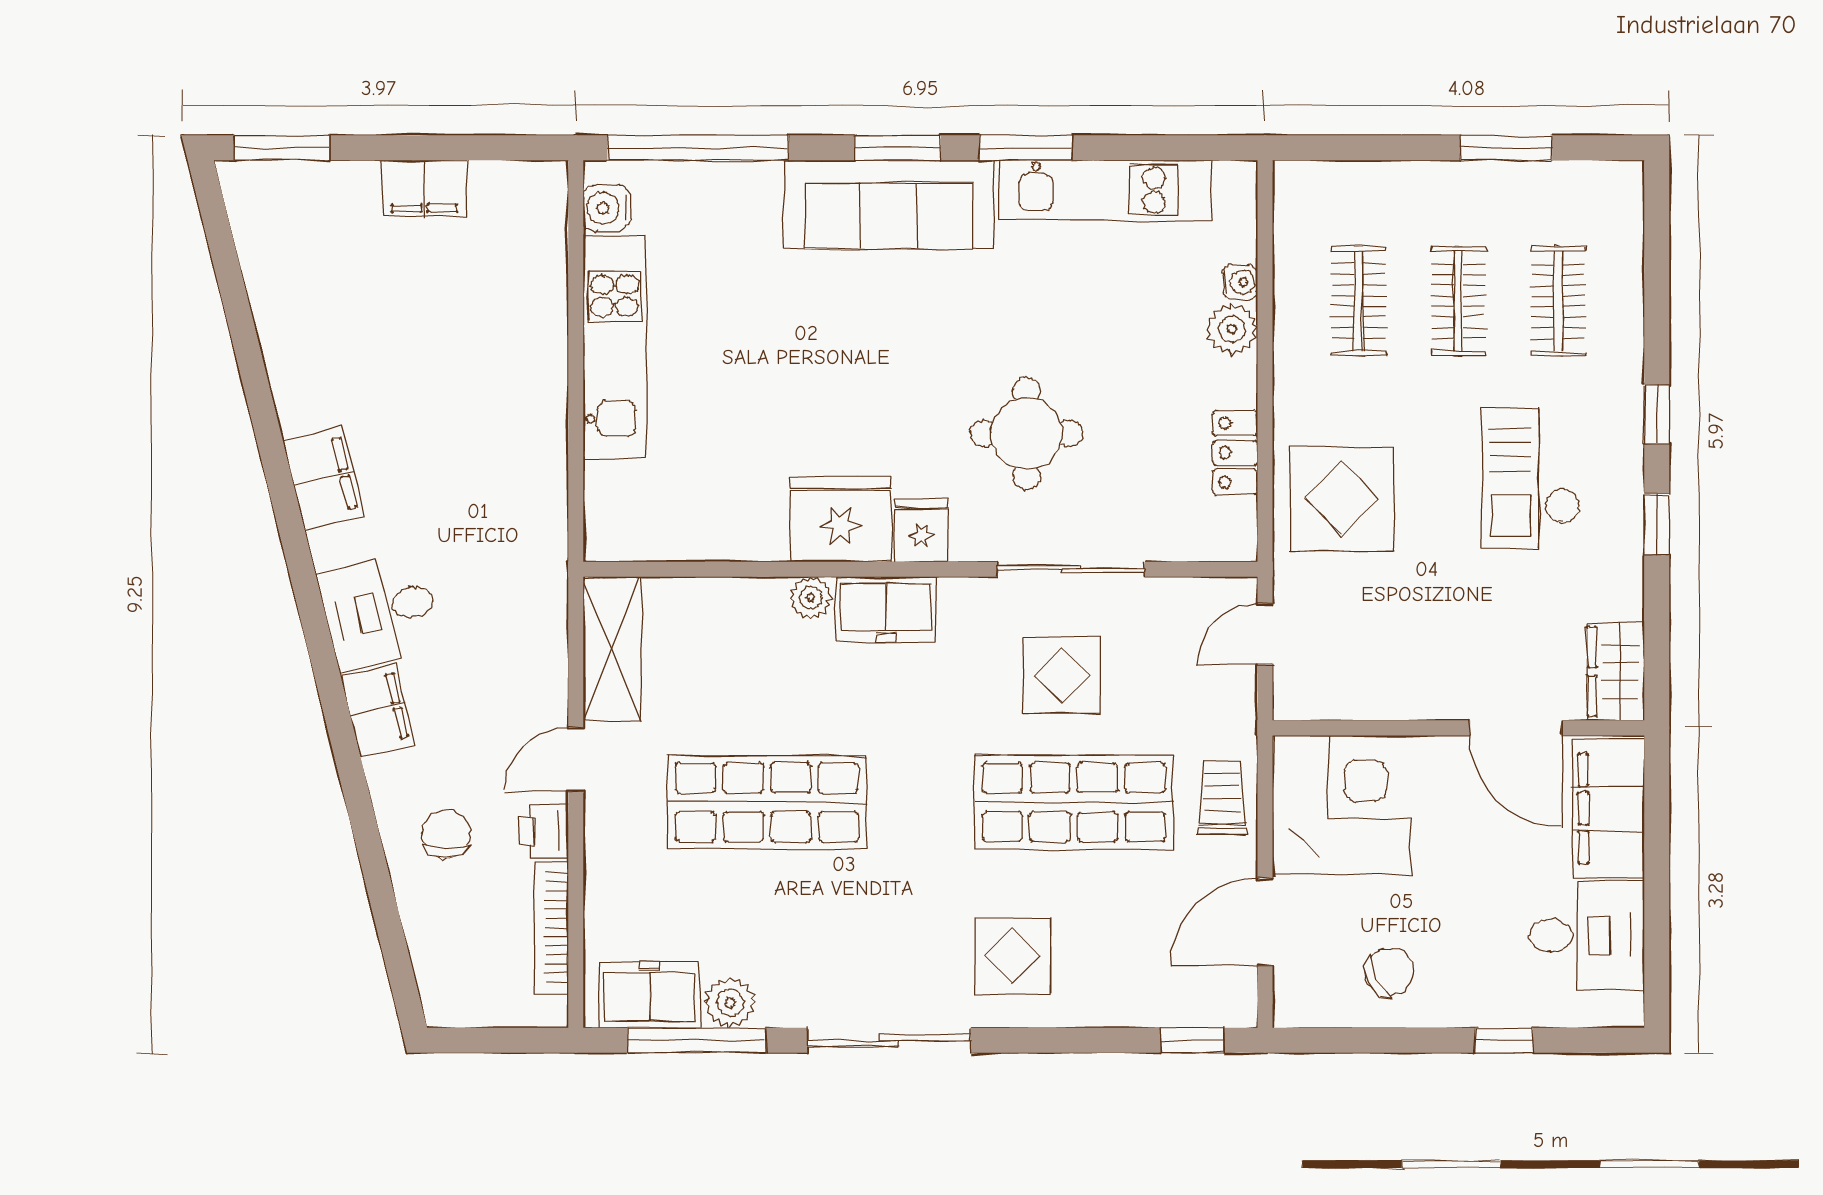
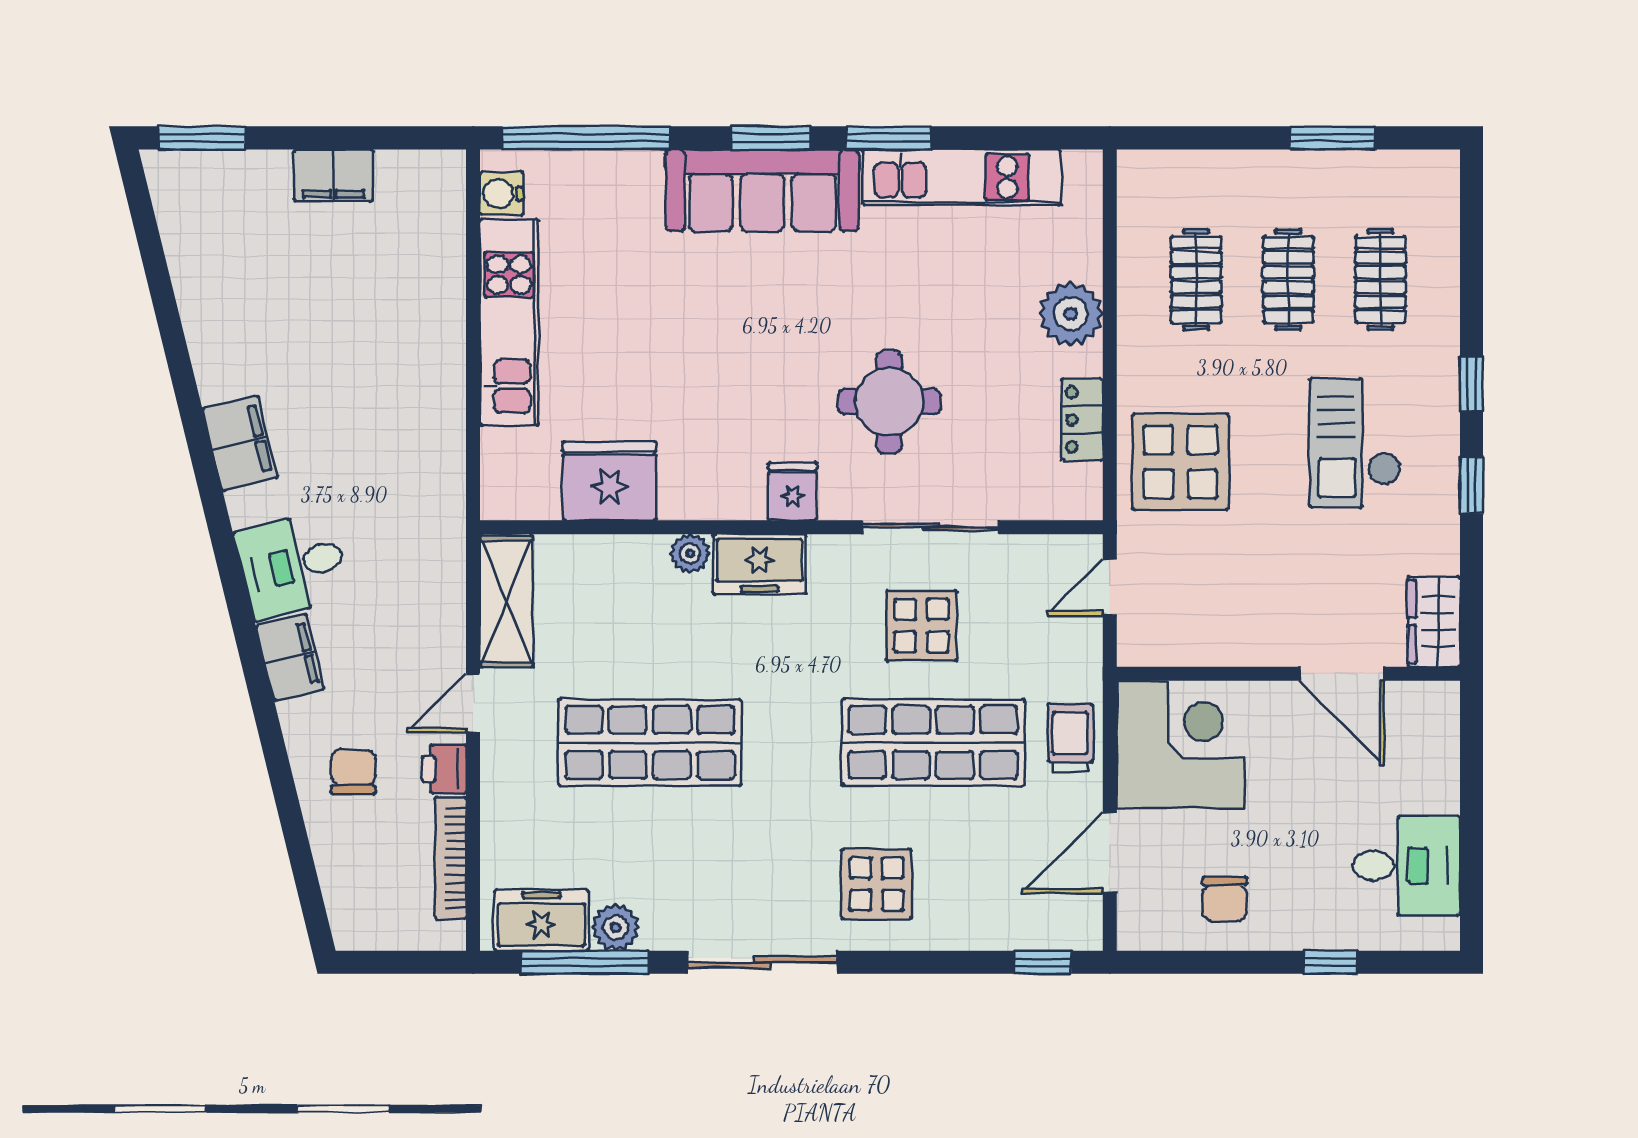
water cooler: (1240, 282) -> (1087, 262), removed
plant: (1232, 329) -> (1071, 314), width x1.36, depth x1.36
fridge: (841, 519) -> (609, 481), moved
filing cabinet: (1608, 809) -> (1427, 748), removed
chair: (1390, 972) -> (1225, 899), turned 118

